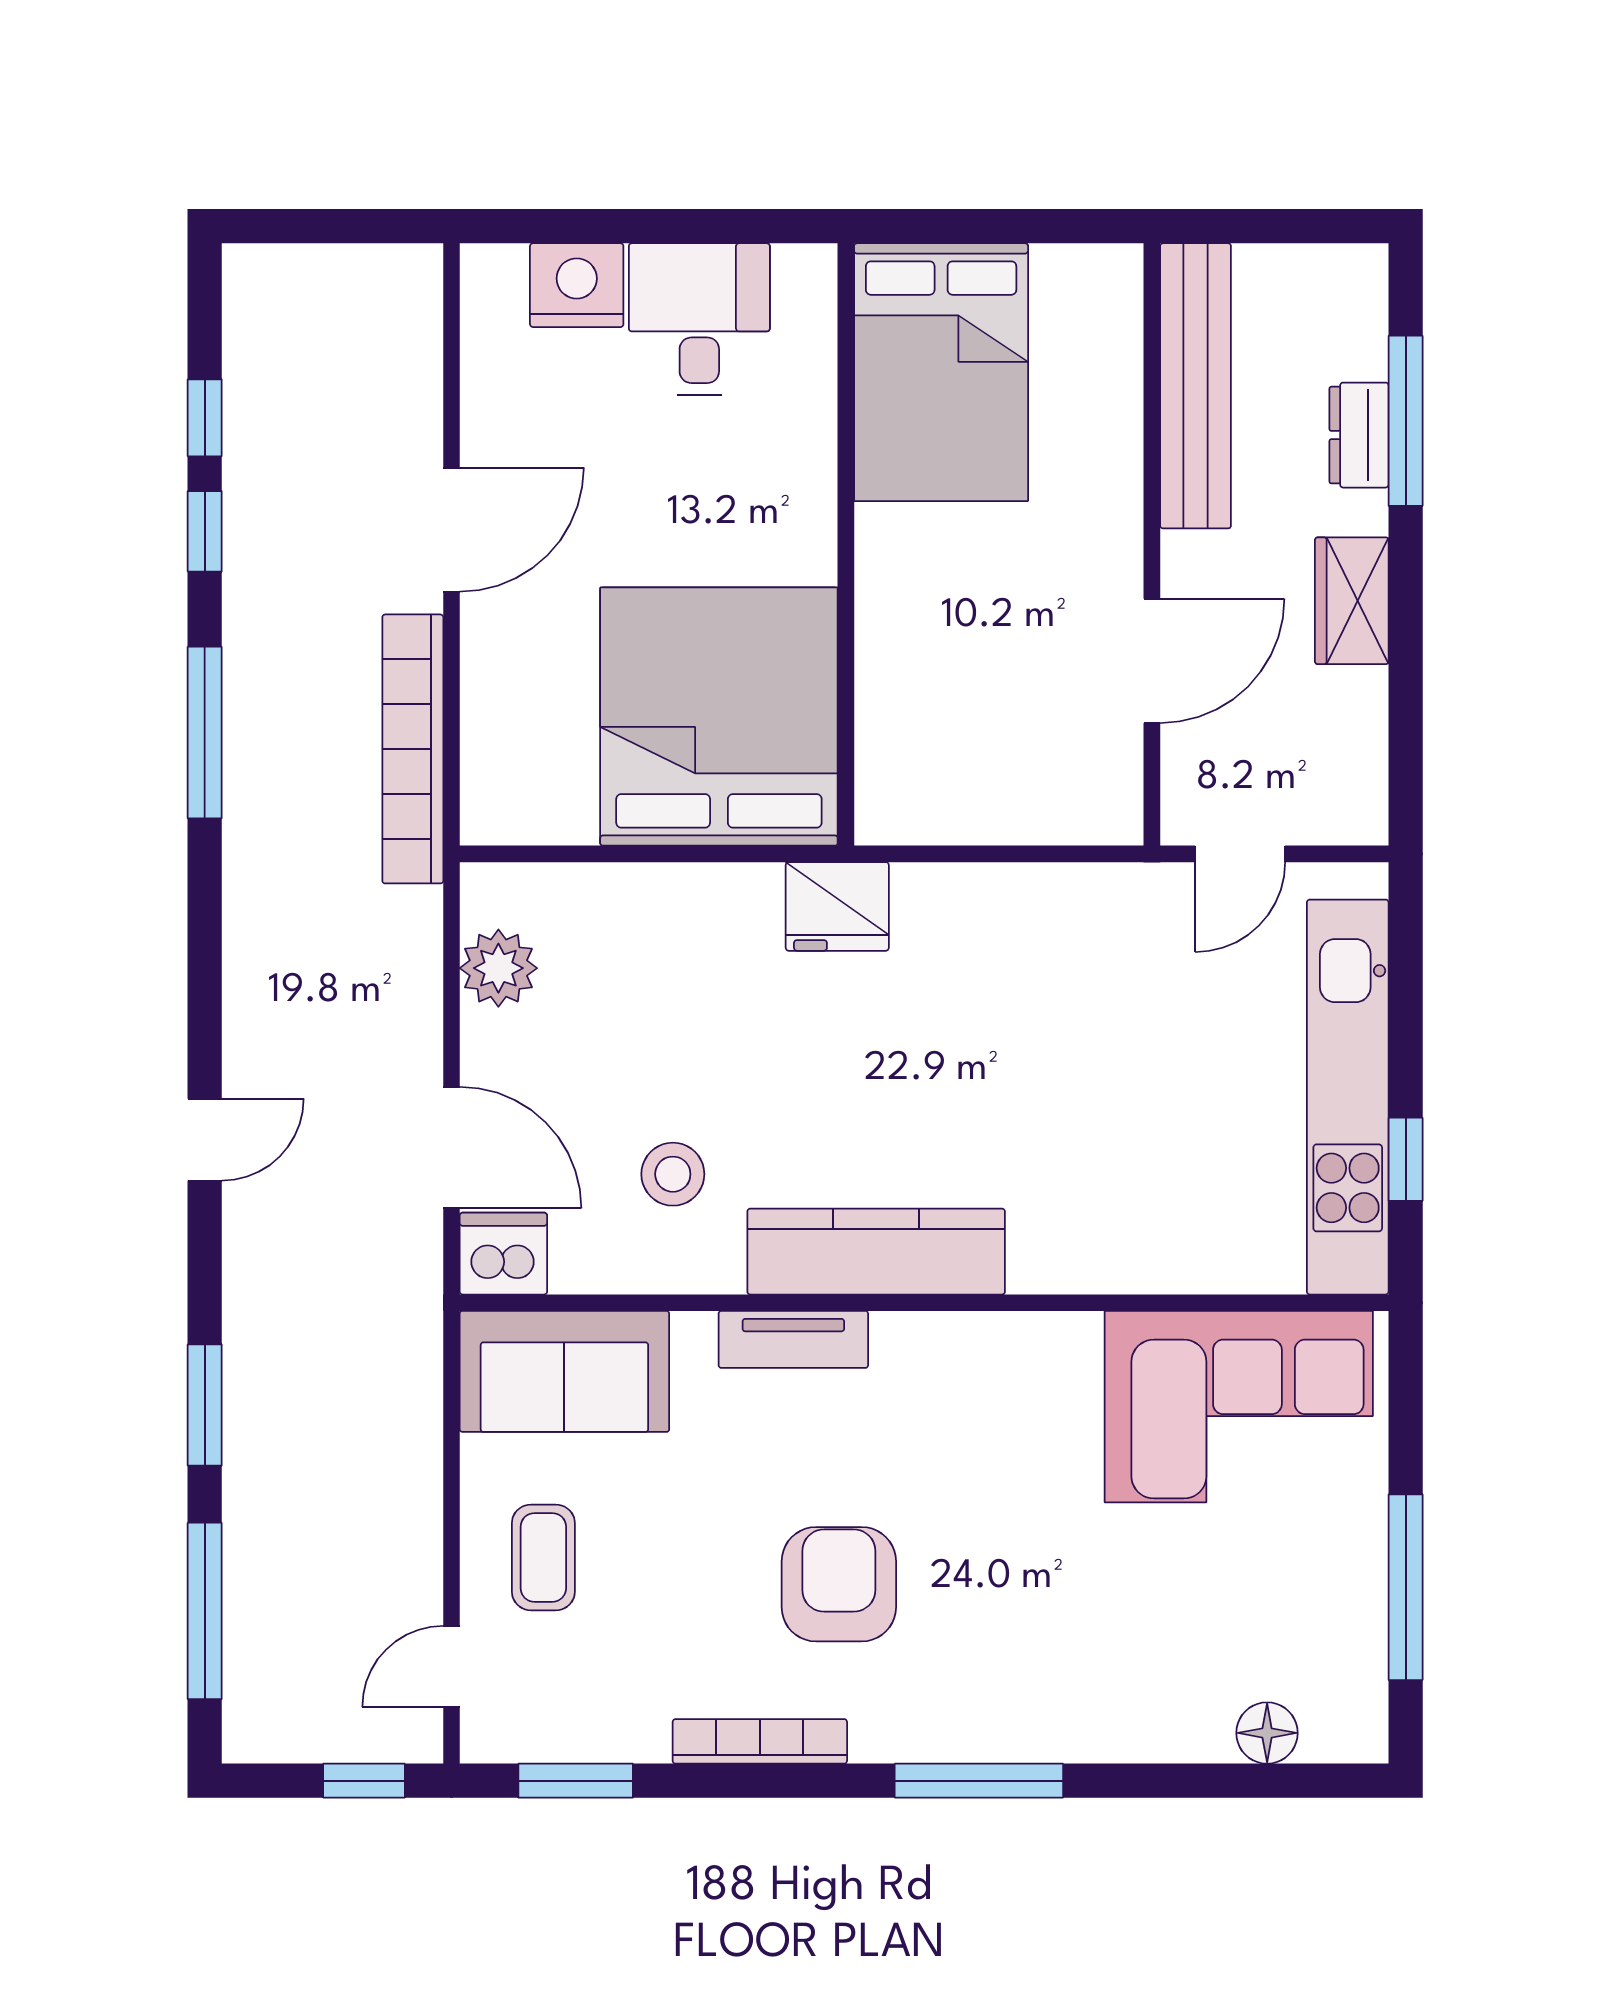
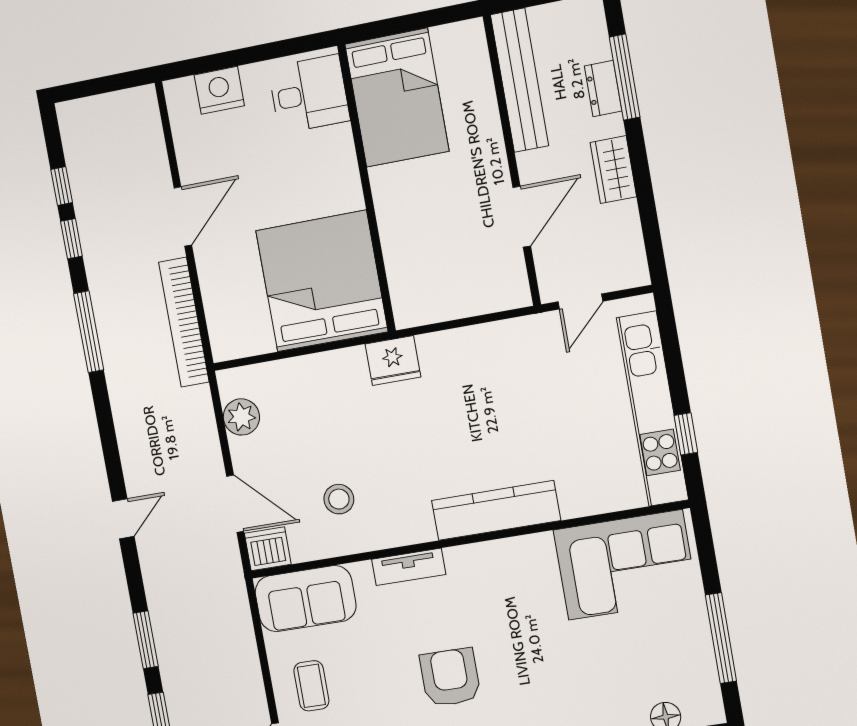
desk: (699, 319) -> (309, 94), moved, turned 90
kitchen counter: (876, 1252) -> (496, 510), moved

